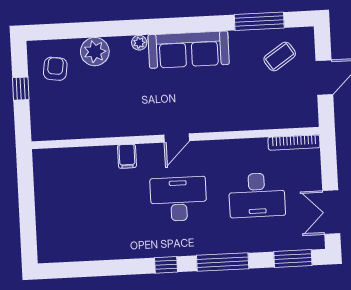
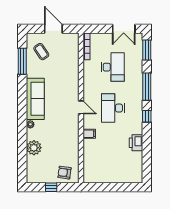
armchair: (55, 69) -> (64, 173), moved
printer: (114, 247) -> (136, 143), added

